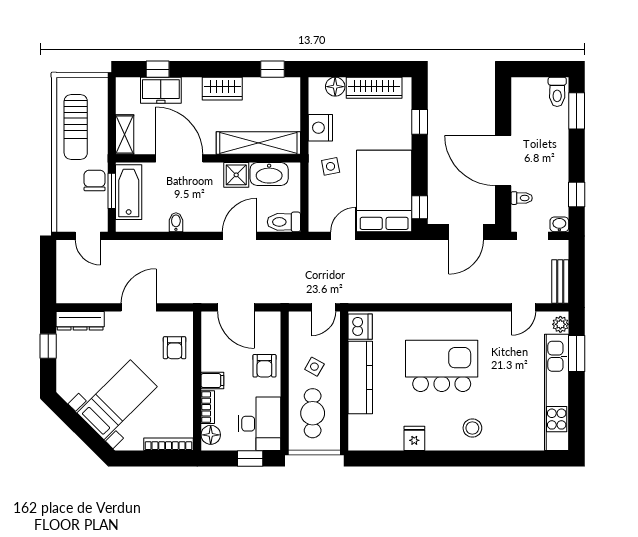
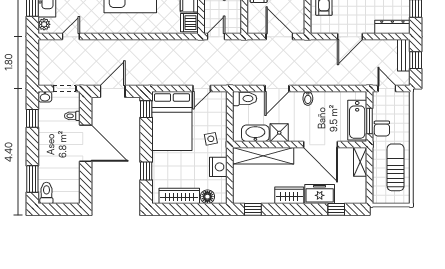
freezer: (161, 90) -> (320, 194), moved
bidet: (176, 222) -> (308, 98), moved
window: (48, 275) -> (416, 60), added
bench: (560, 282) -> (404, 55), moved

